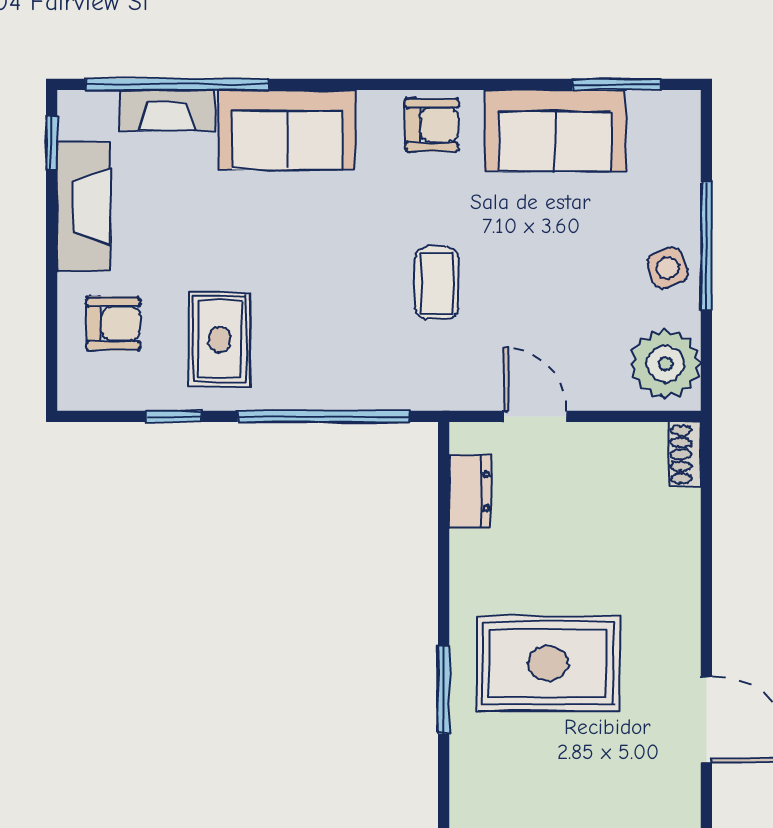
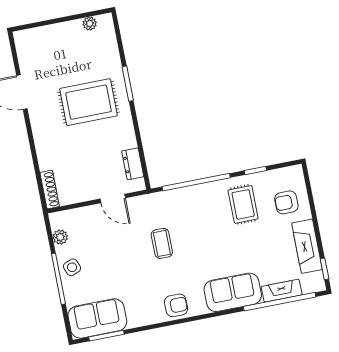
armchair: (432, 125) -> (176, 305), turned 180
sofa: (555, 131) -> (97, 318), moved
plant: (665, 364) -> (60, 237), width x0.53, depth x0.53
shoe rack: (685, 454) -> (50, 190), width x1.43

